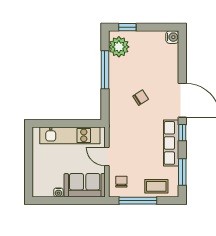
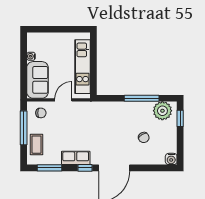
chair: (141, 98) -> (144, 137), moved
row of seats: (171, 143) -> (76, 158), width x0.68

